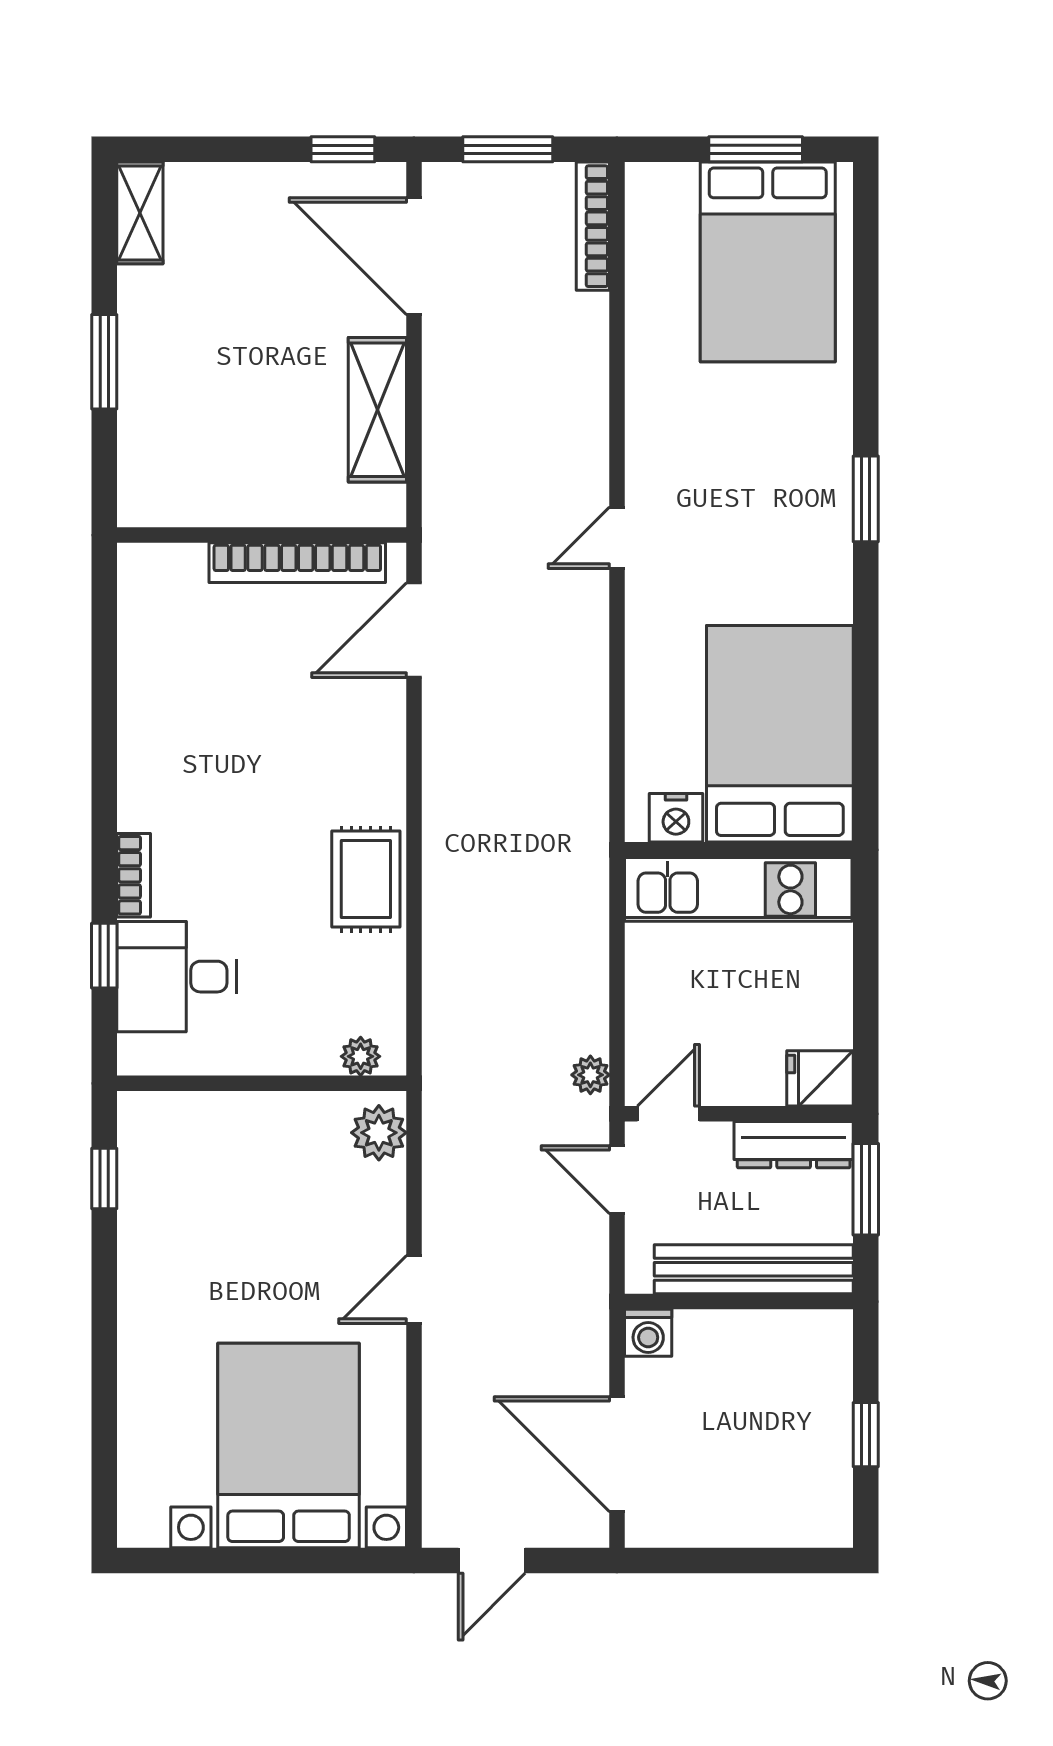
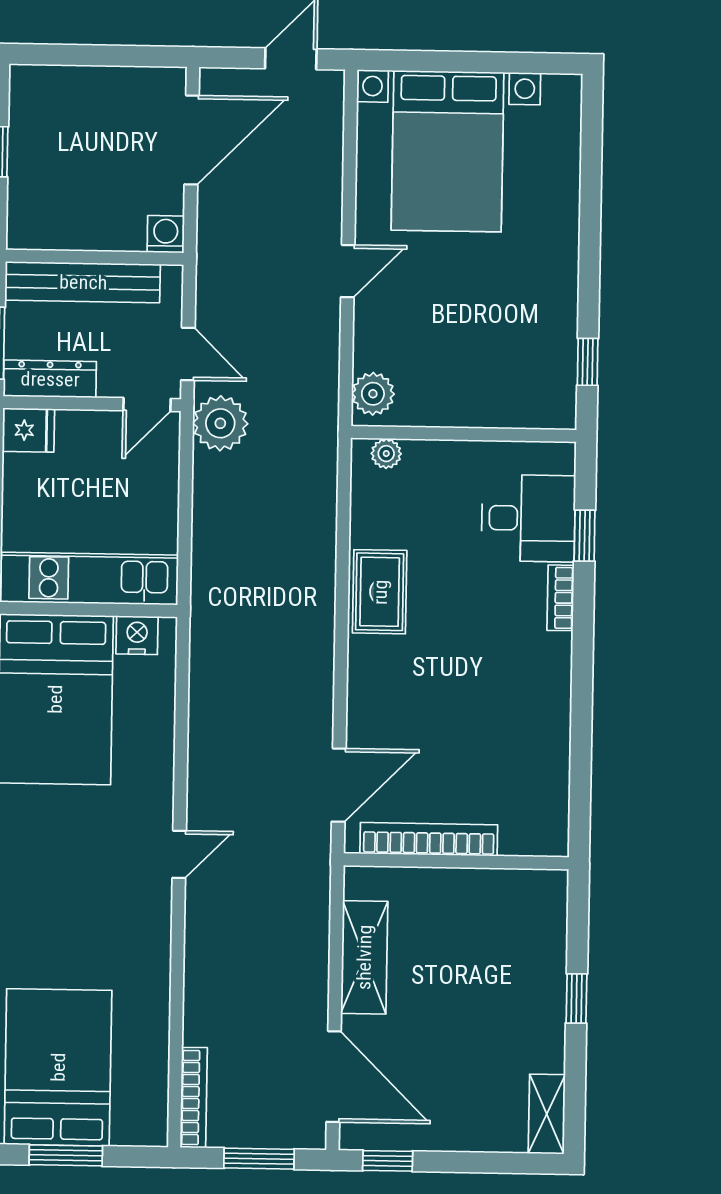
window: (104, 362) -> (577, 998), width x0.67
plant: (590, 1075) -> (220, 423), width x1.88, depth x1.88
door: (617, 1454) -> (192, 140), hinge flipped

